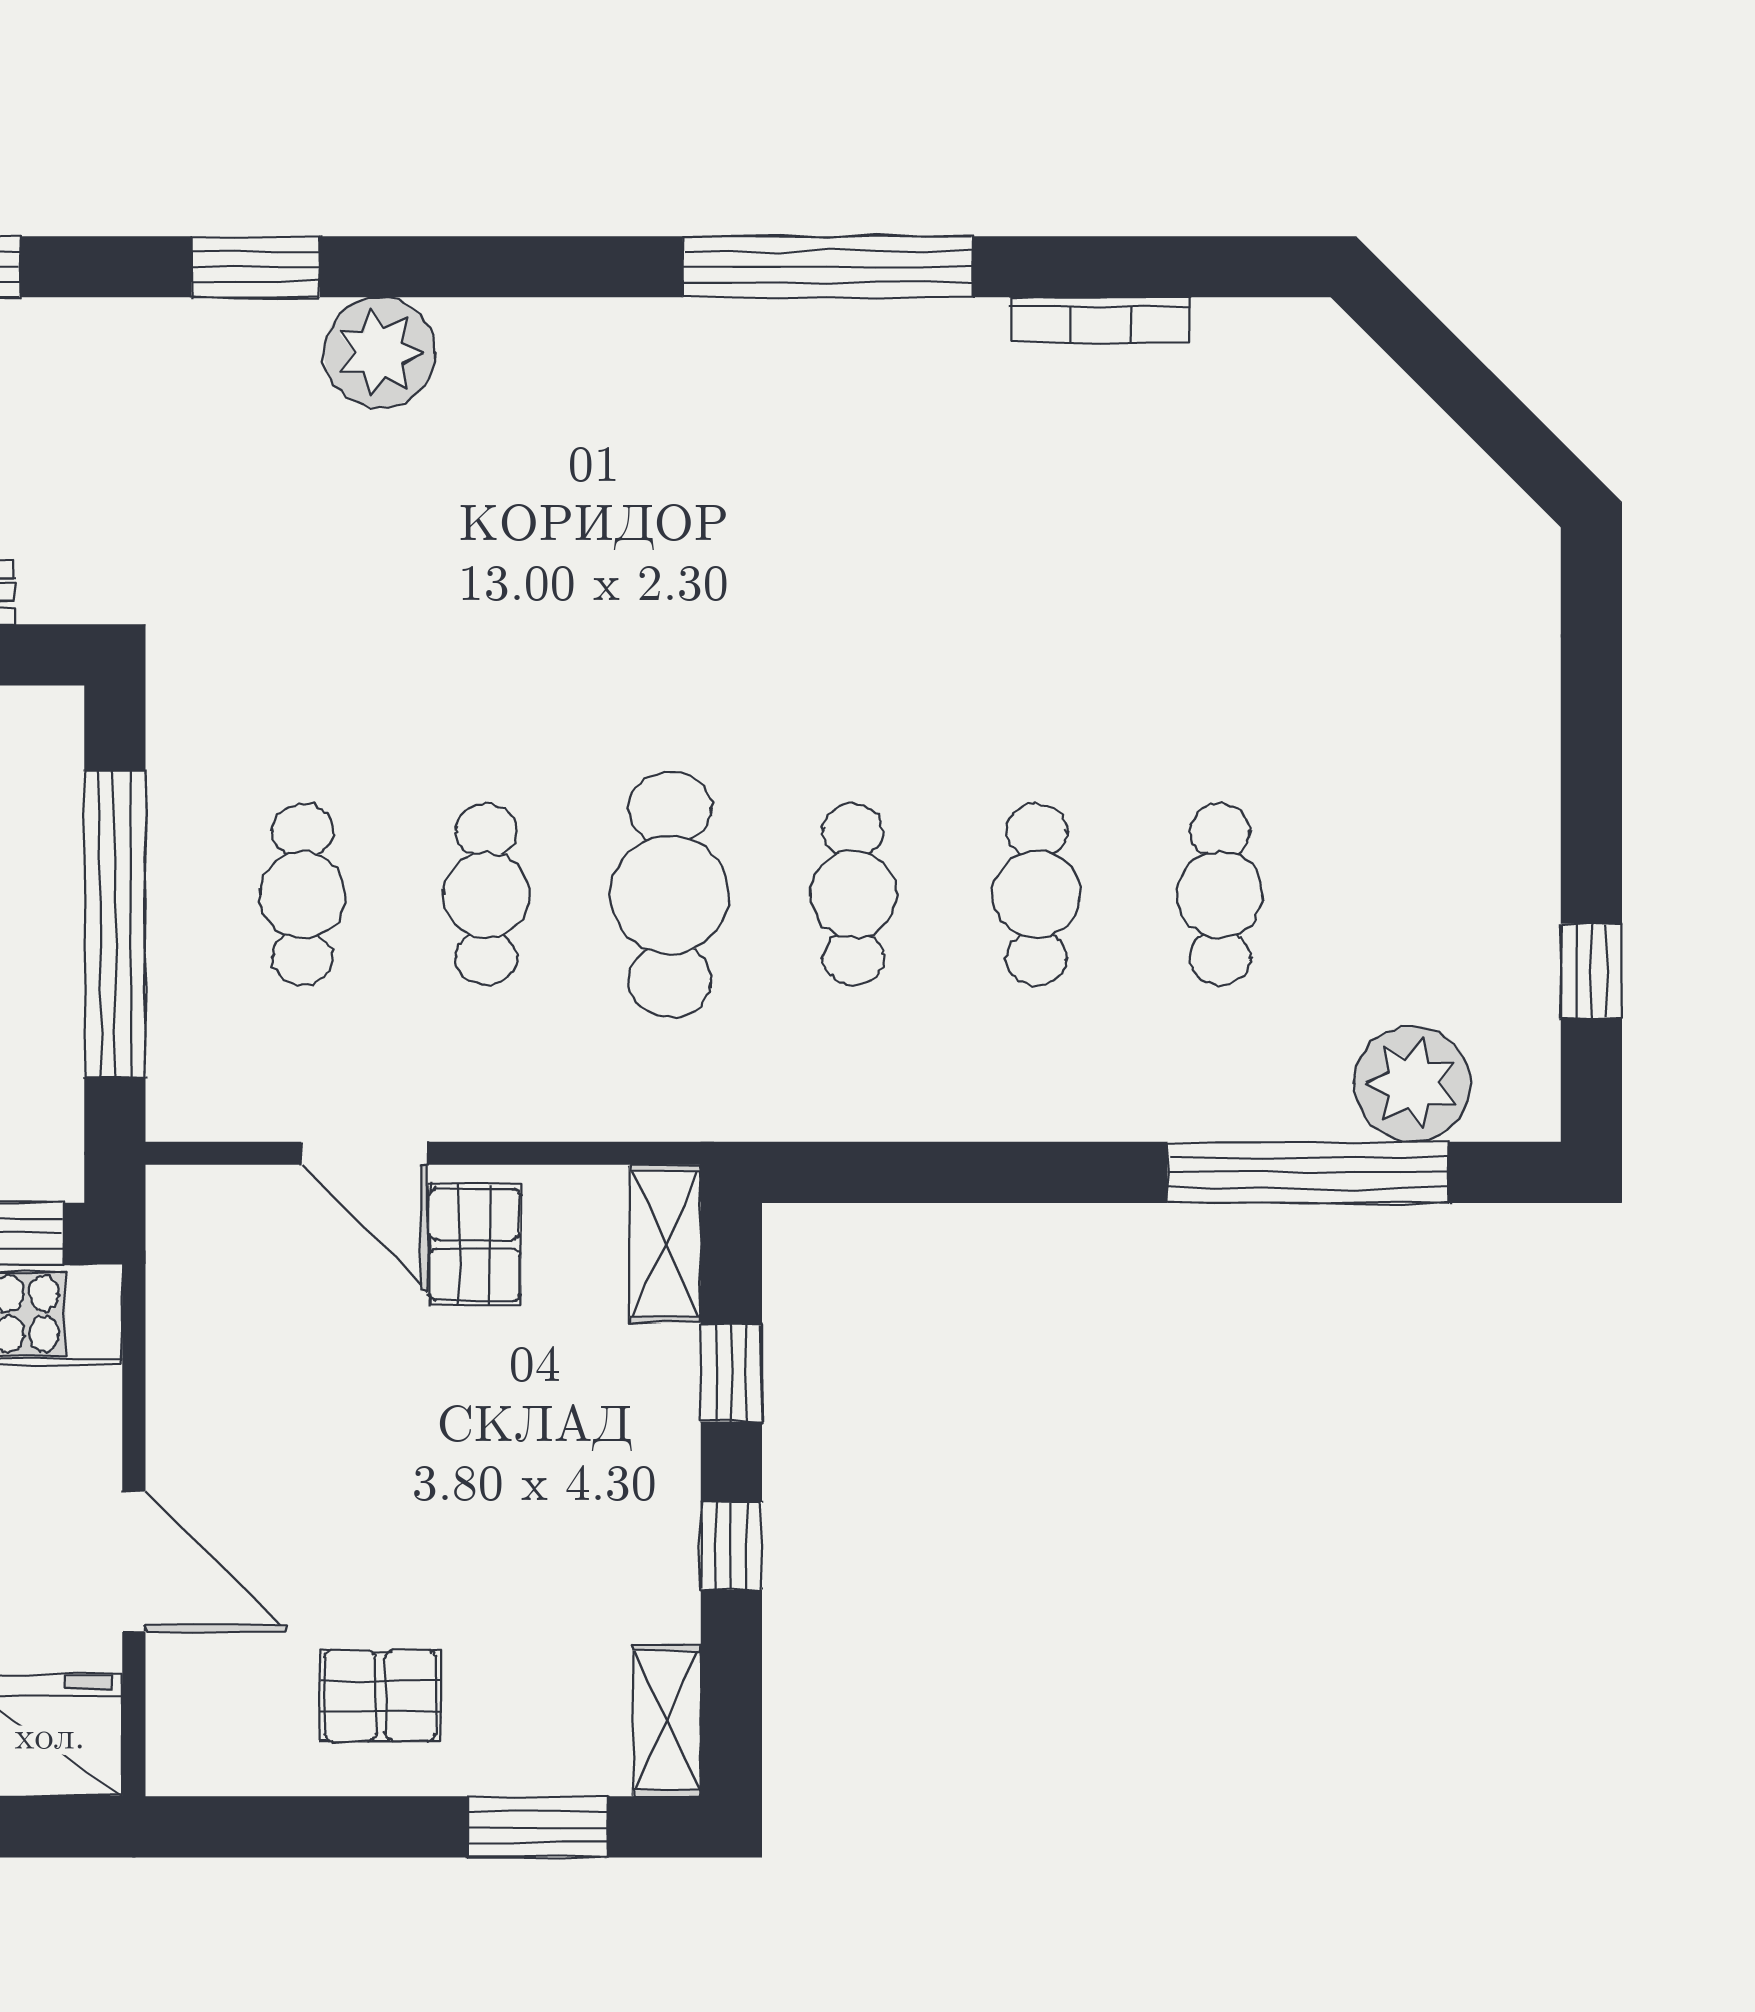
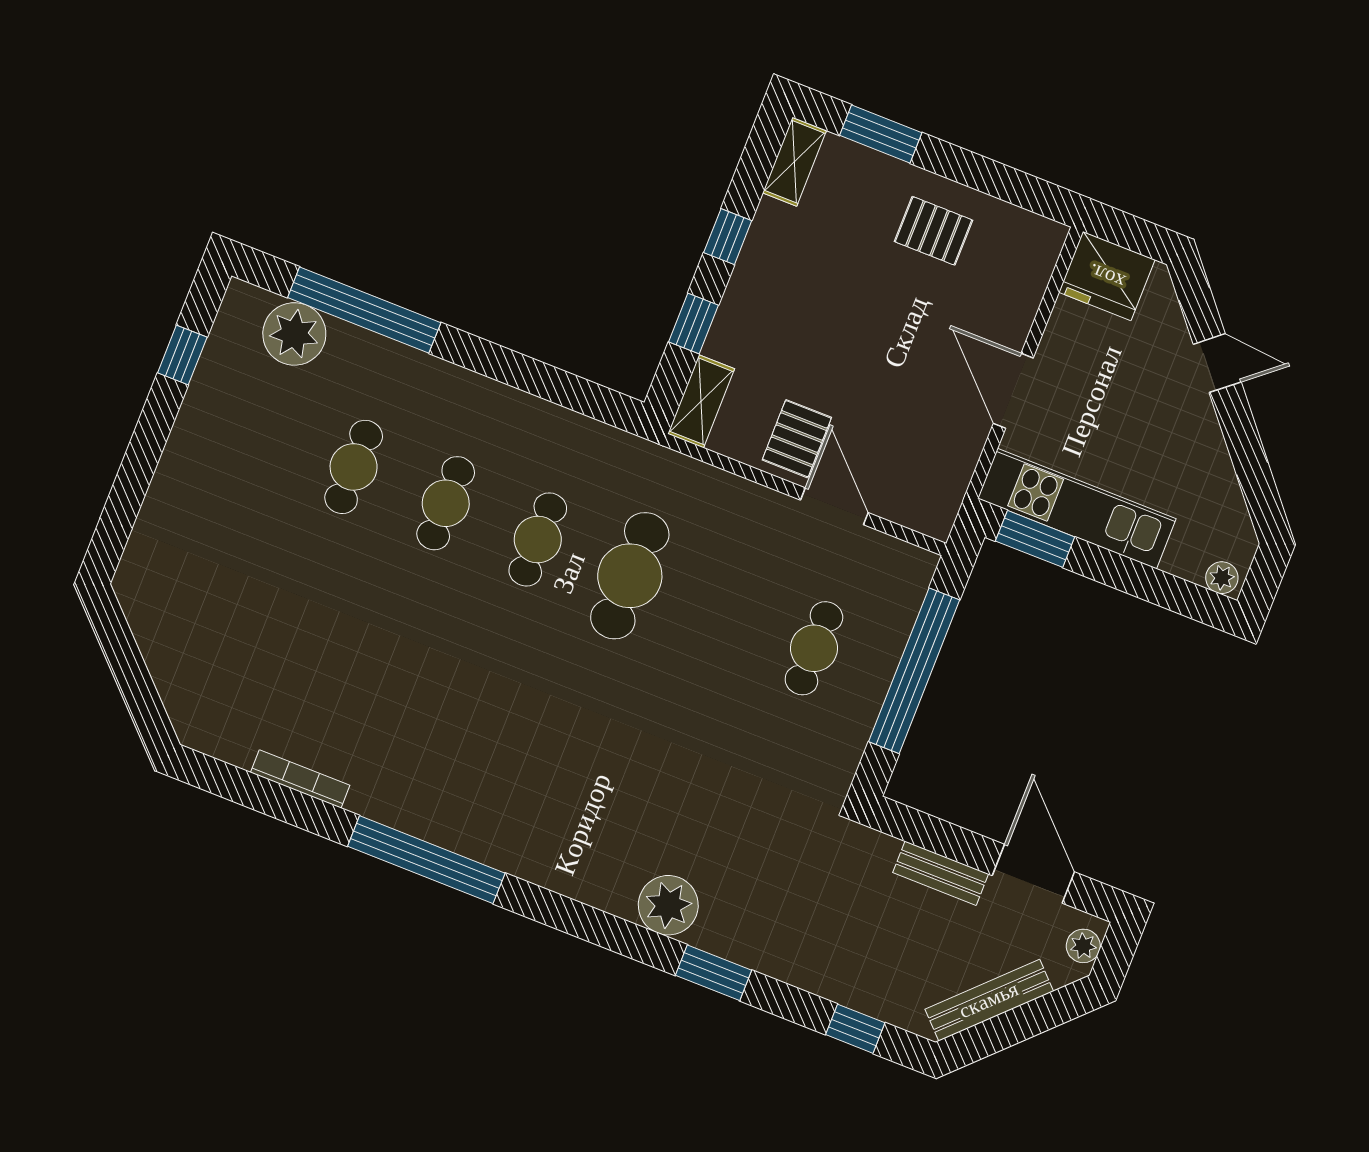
cafe table: (486, 895) -> (722, 612), removed
door: (134, 1562) -> (1013, 391), moved

